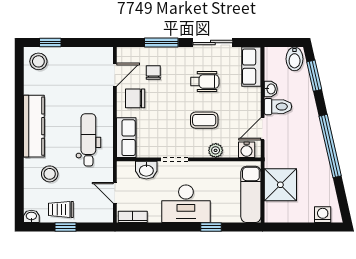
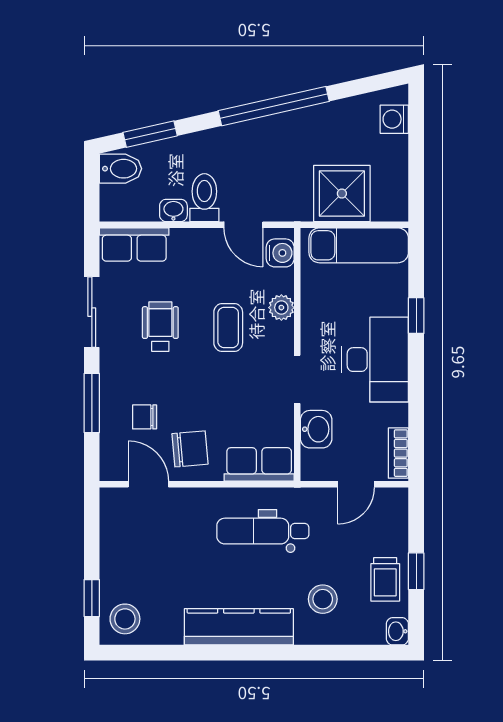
chair: (135, 98) -> (190, 449), turned -95

